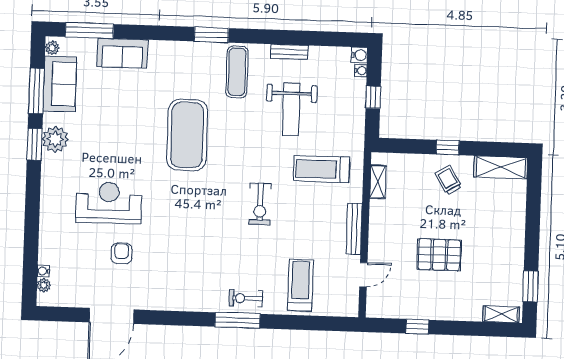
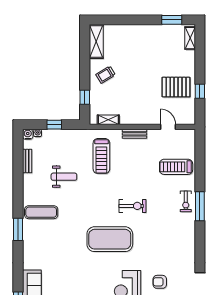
bench: (289, 52) -> (27, 161), moved
weight bench: (291, 109) -> (64, 177), width x0.73, depth x0.75
exercise mat: (187, 135) -> (110, 239), moved
window: (448, 147) -> (85, 97), moved
exercise bike: (260, 204) -> (132, 206), moved
bench: (354, 229) -> (134, 134), width x0.73
pallet: (439, 255) -> (176, 87), moved, turned 90

